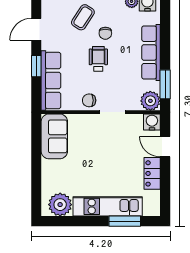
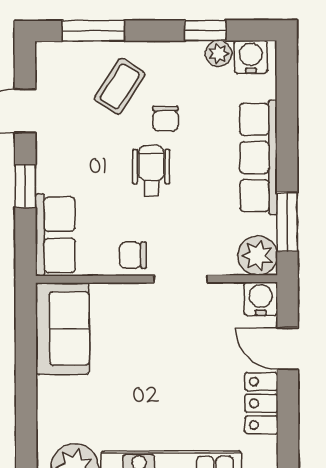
row of seats: (51, 81) -> (55, 235), width x0.68

